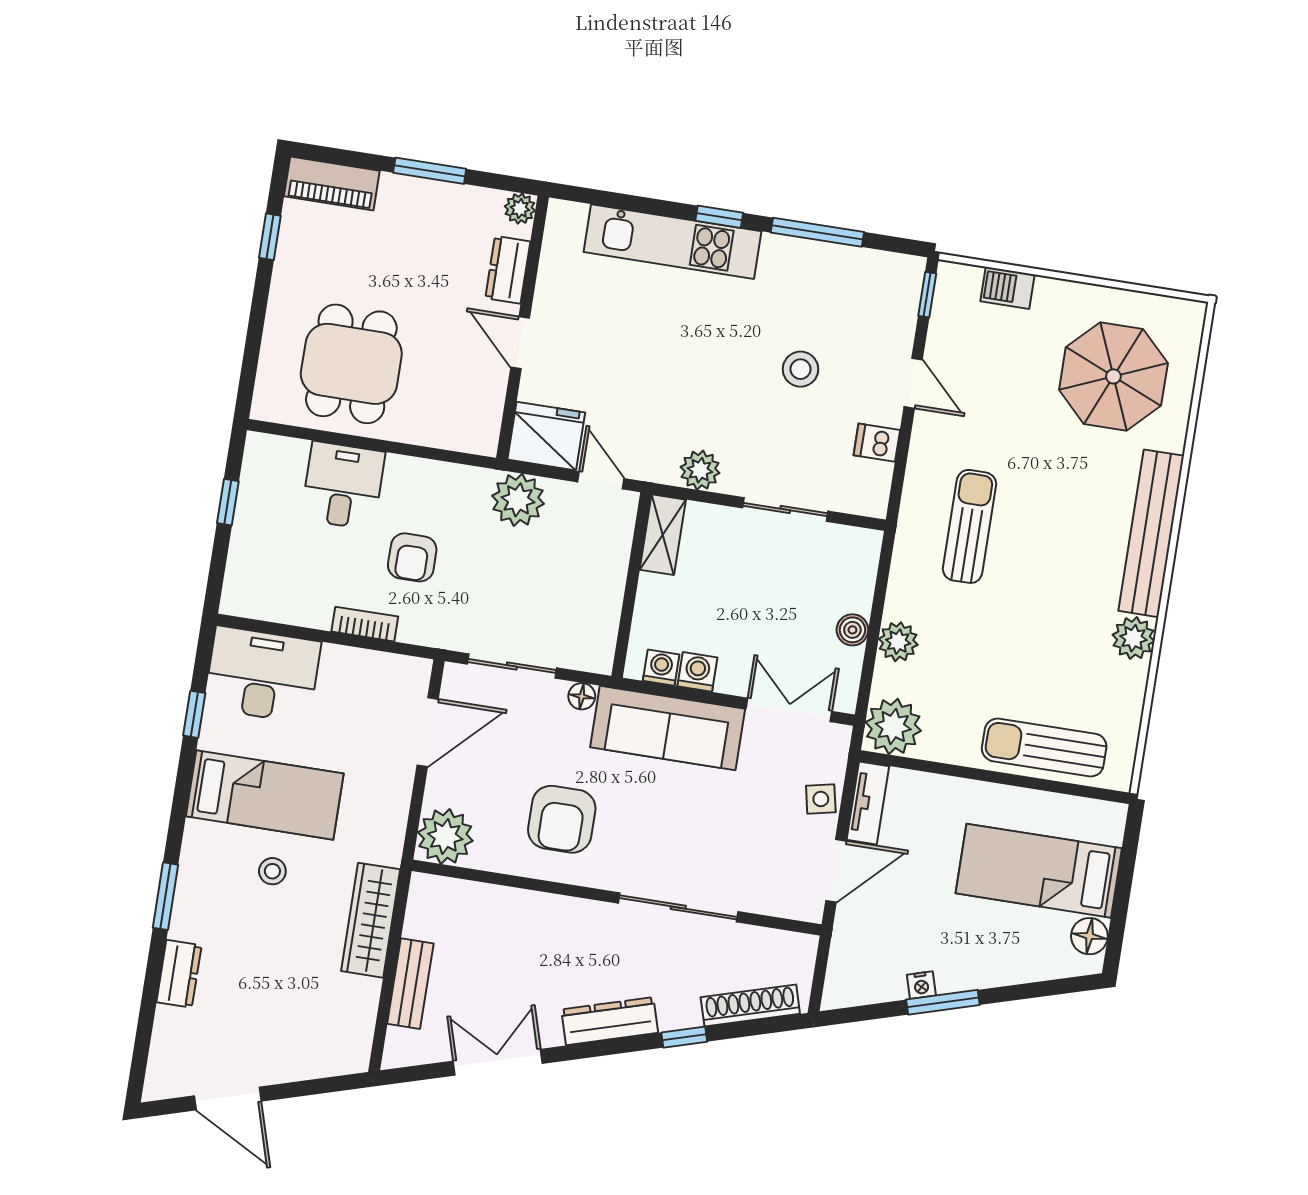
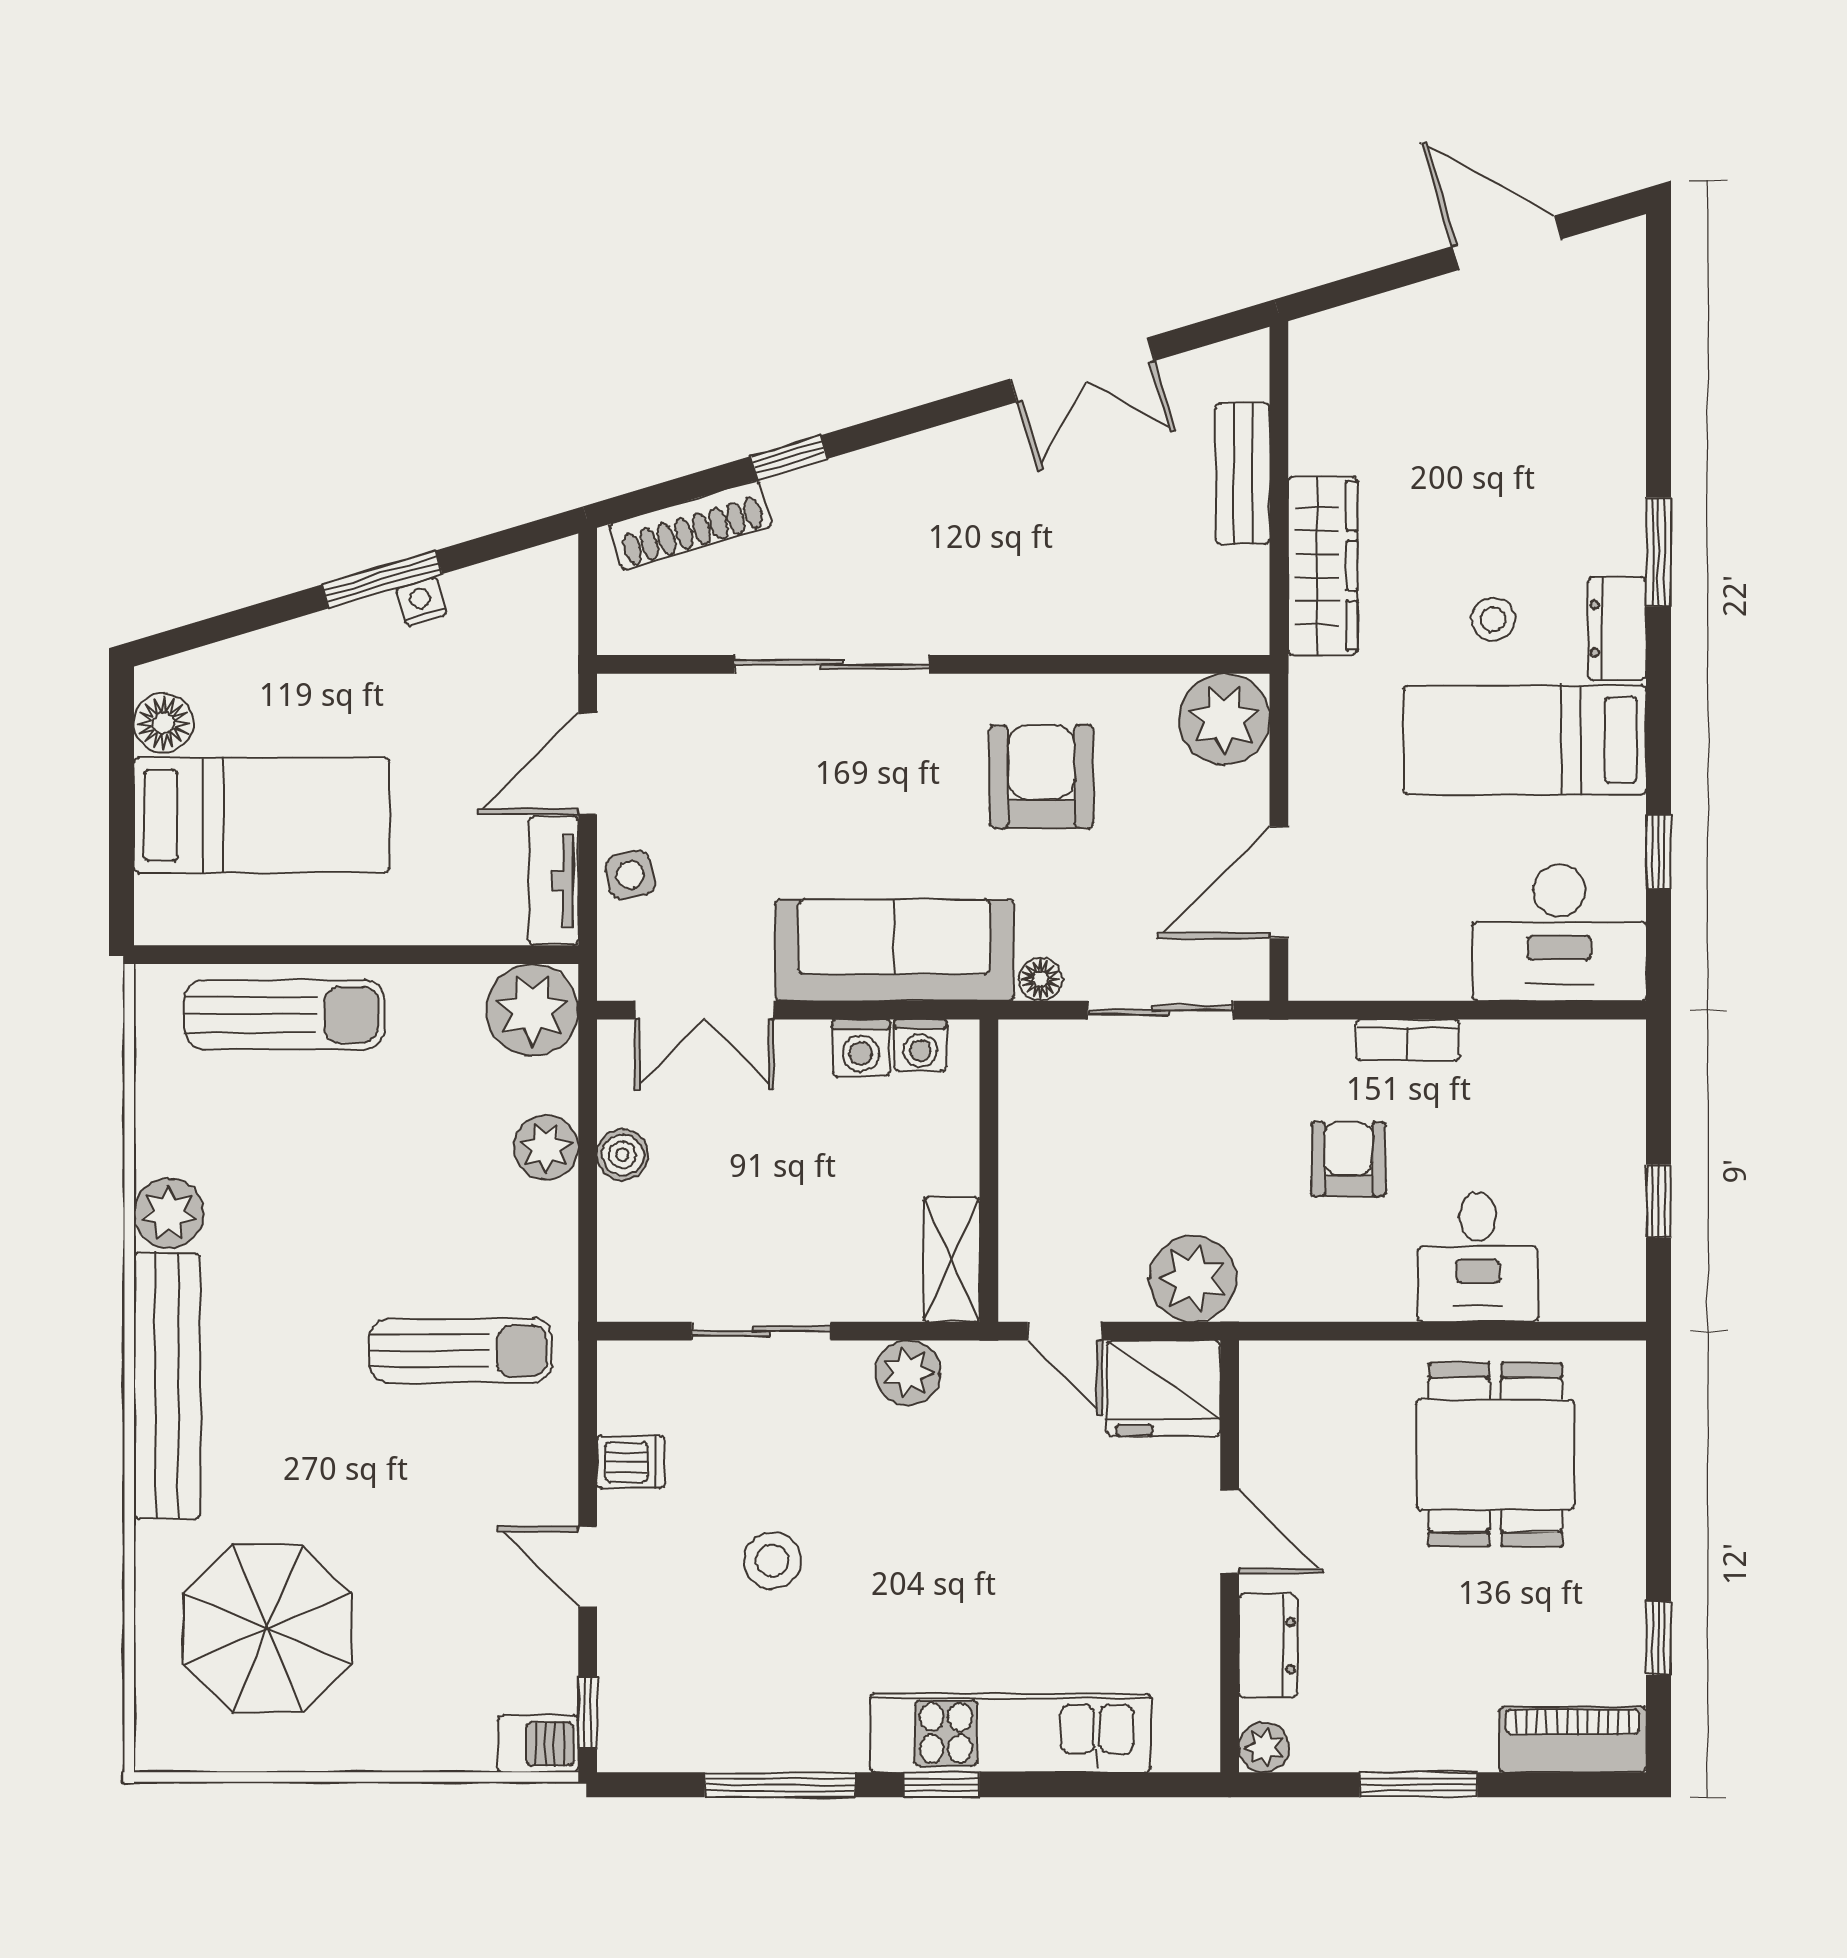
barbecue: (1007, 288) -> (538, 1744), moved
sun lounger: (970, 526) -> (461, 1351), turned -90
dresser: (179, 974) -> (1617, 629), moved
dresser: (610, 1021) -> (913, 464), removed

